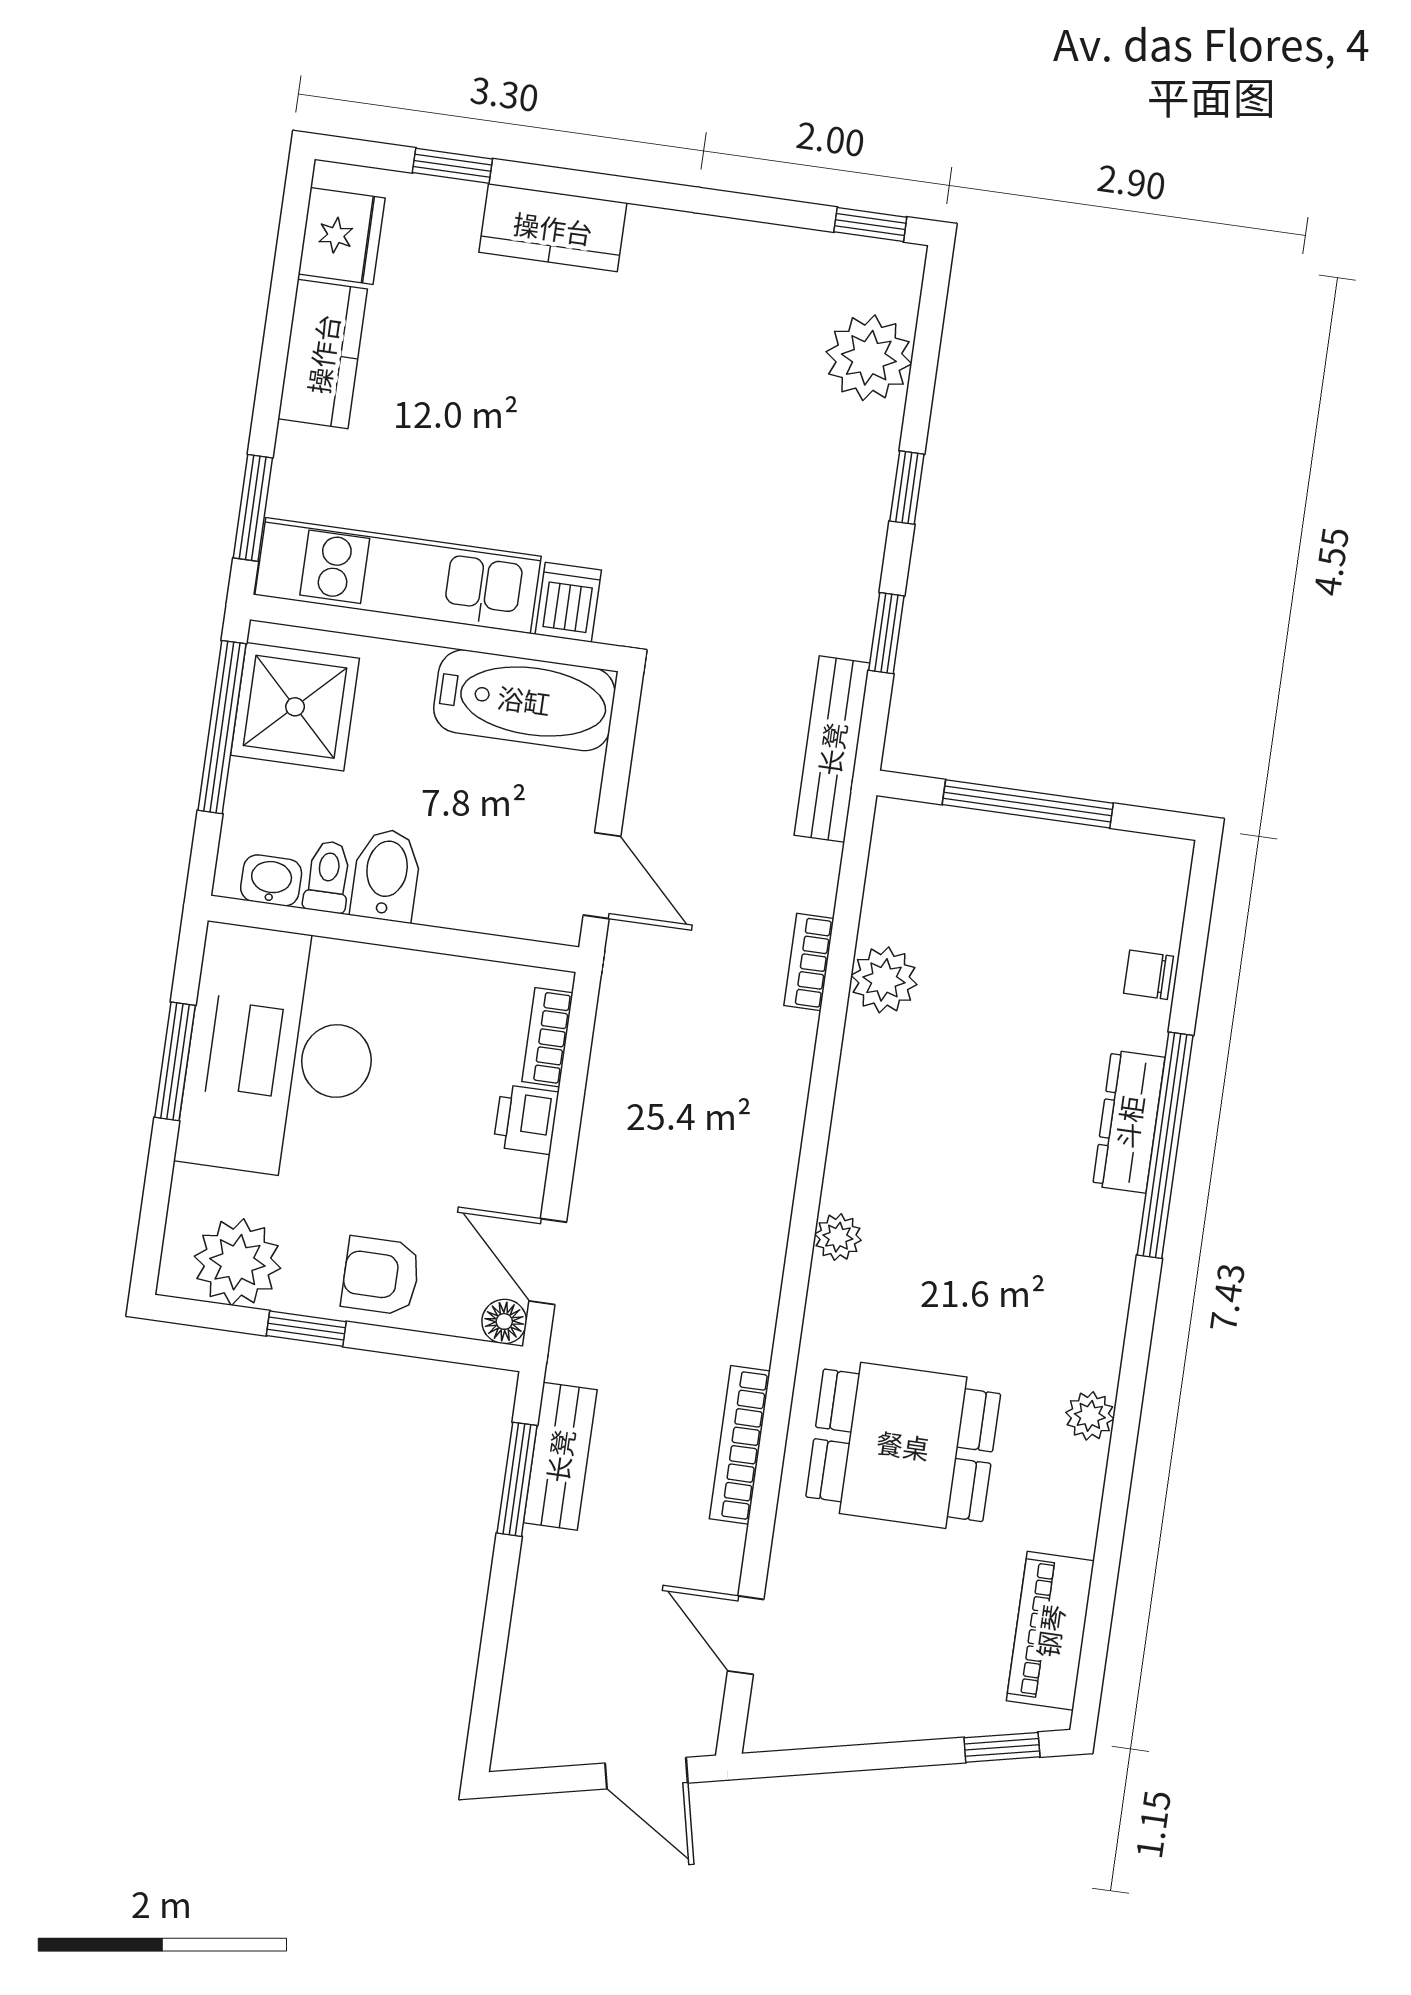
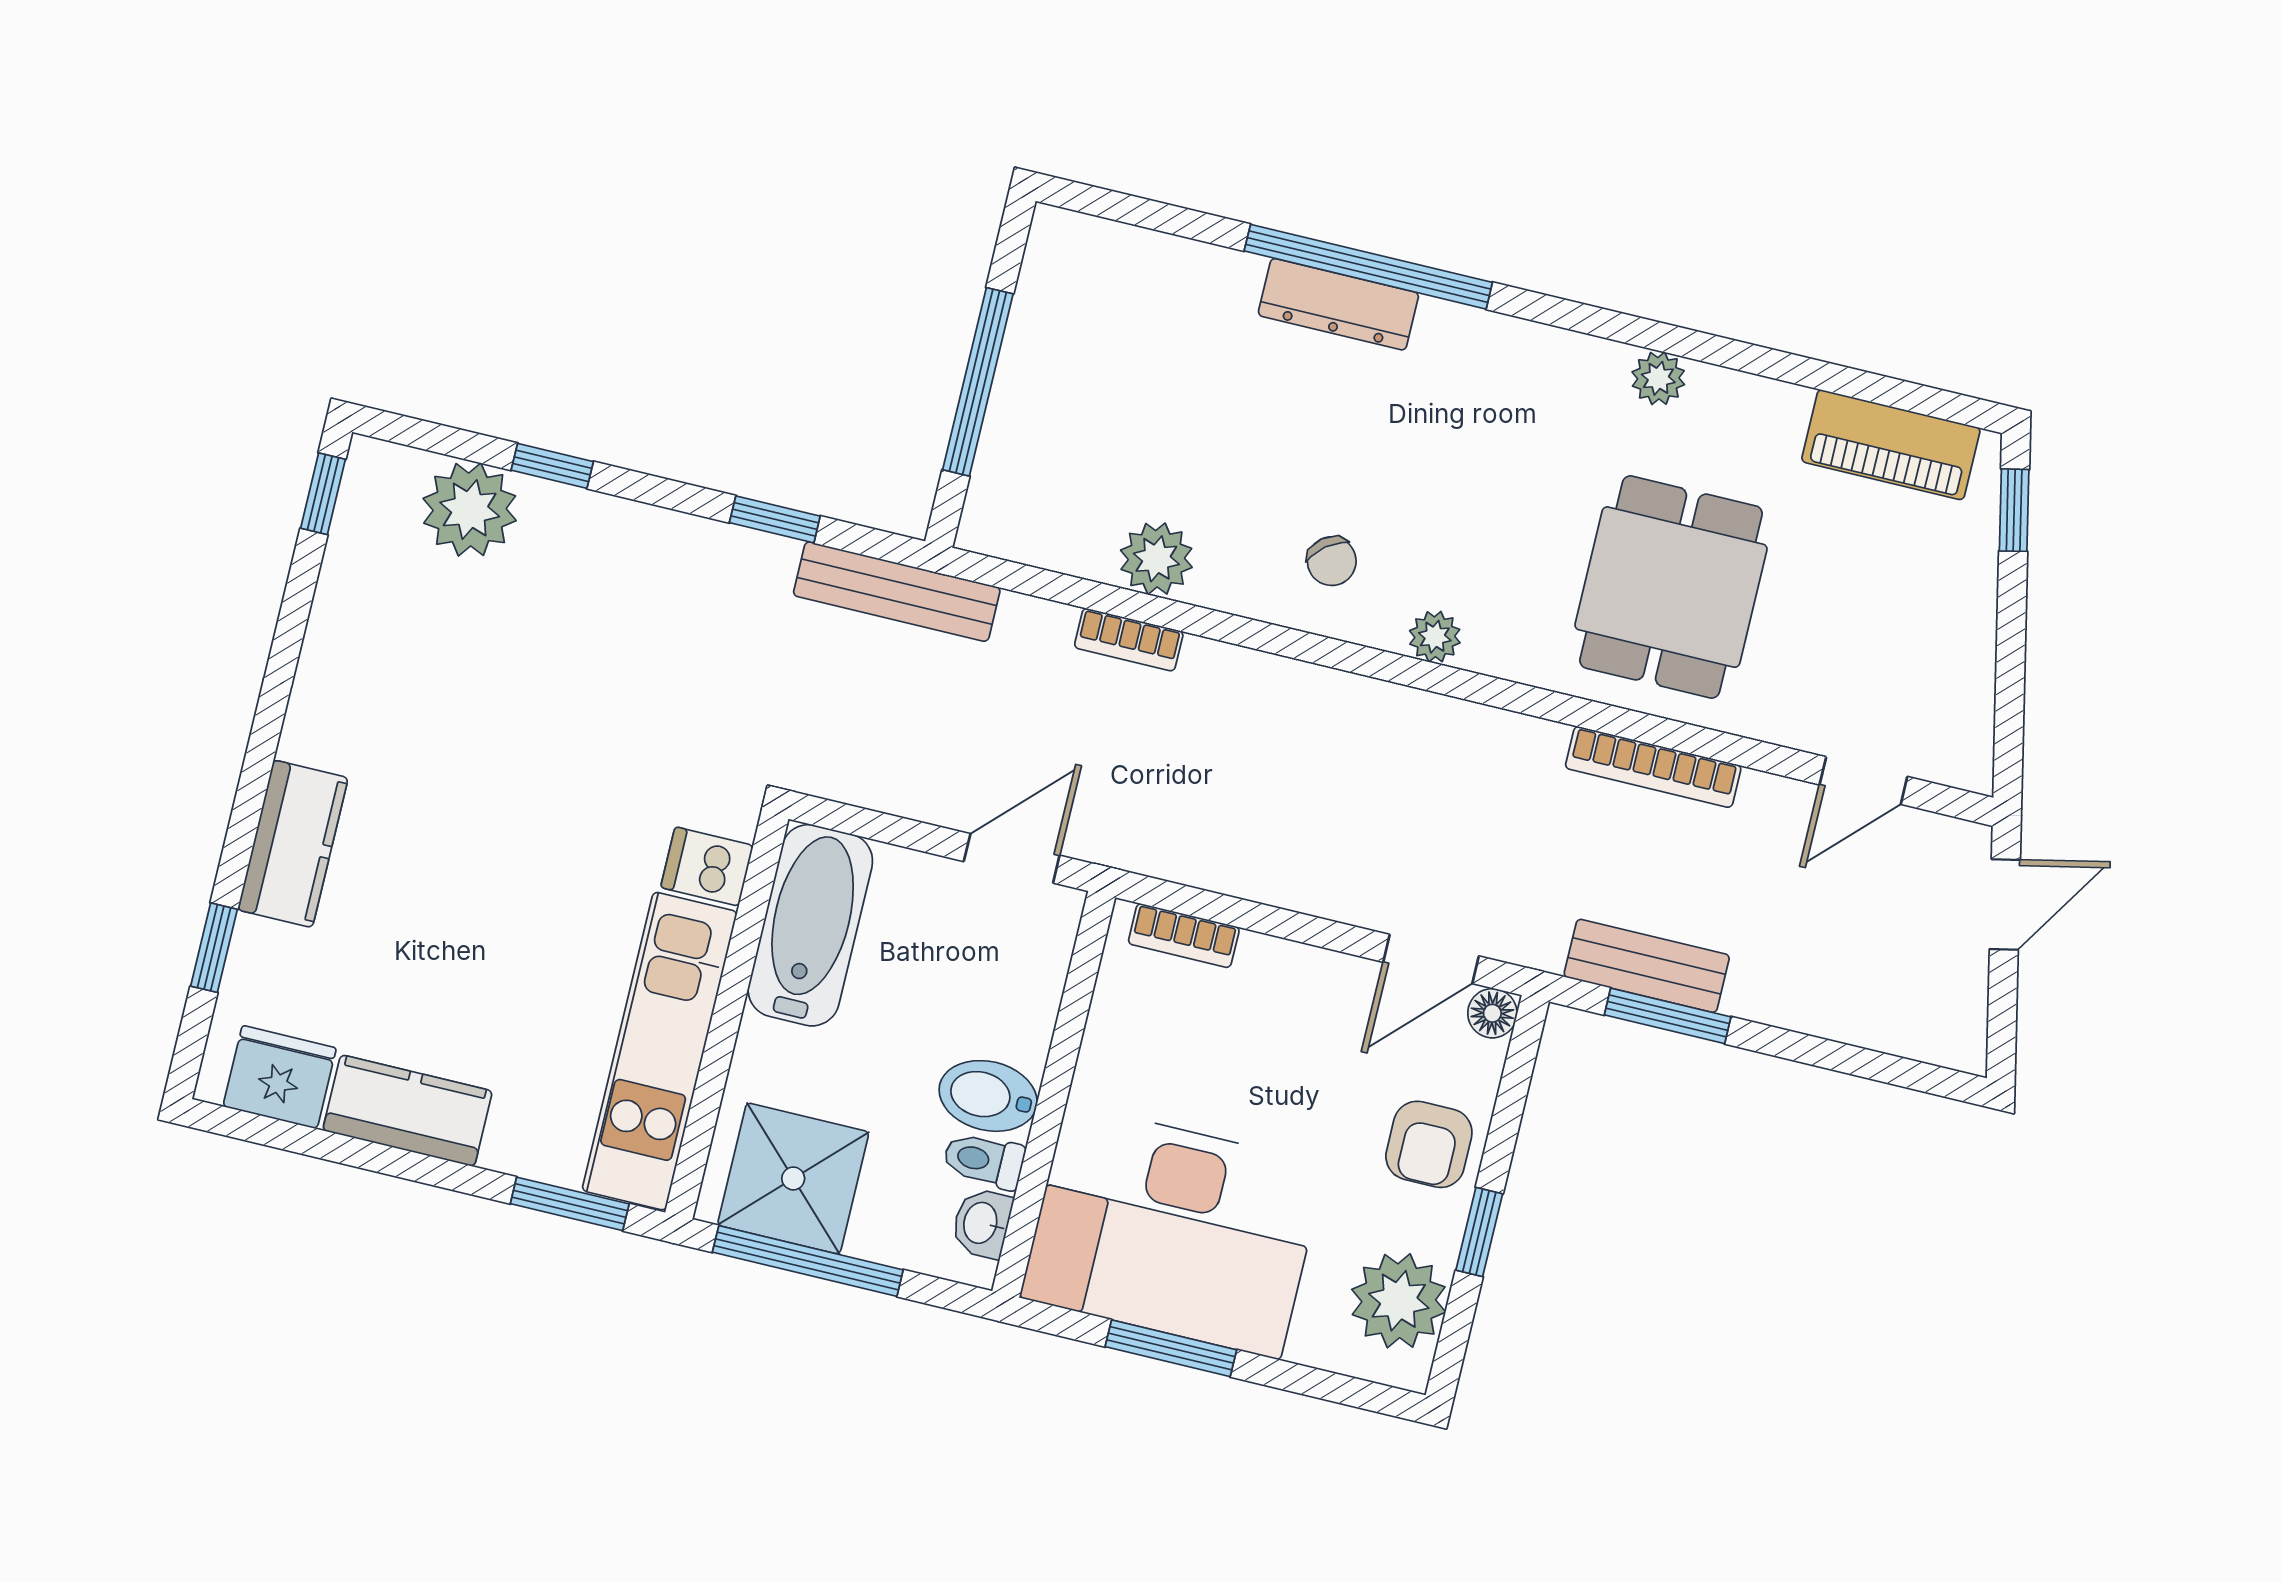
window: (907, 488) -> (552, 466), moved
chair: (1149, 975) -> (1332, 561), moved, turned -38
printer: (526, 1119) -> (1272, 968), removed

